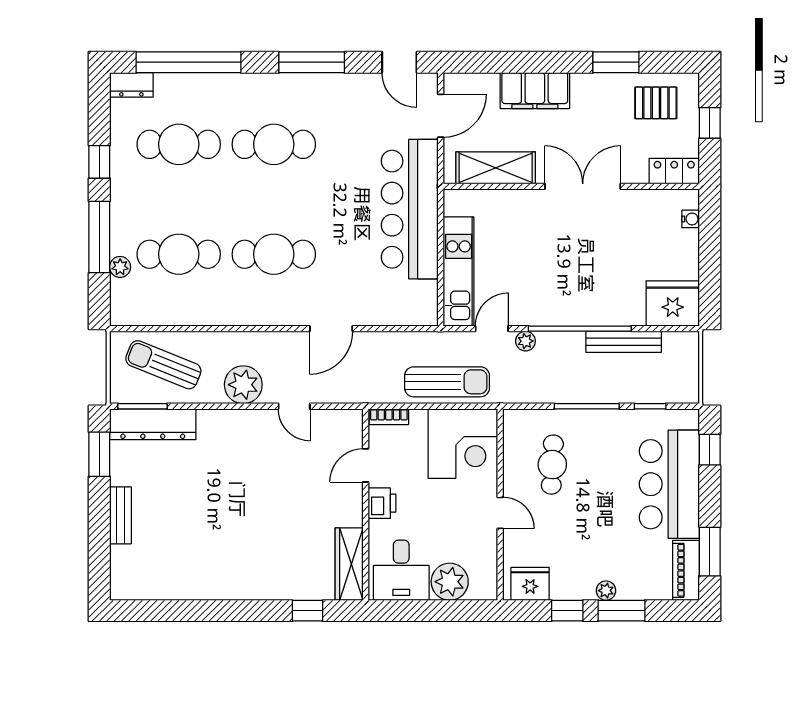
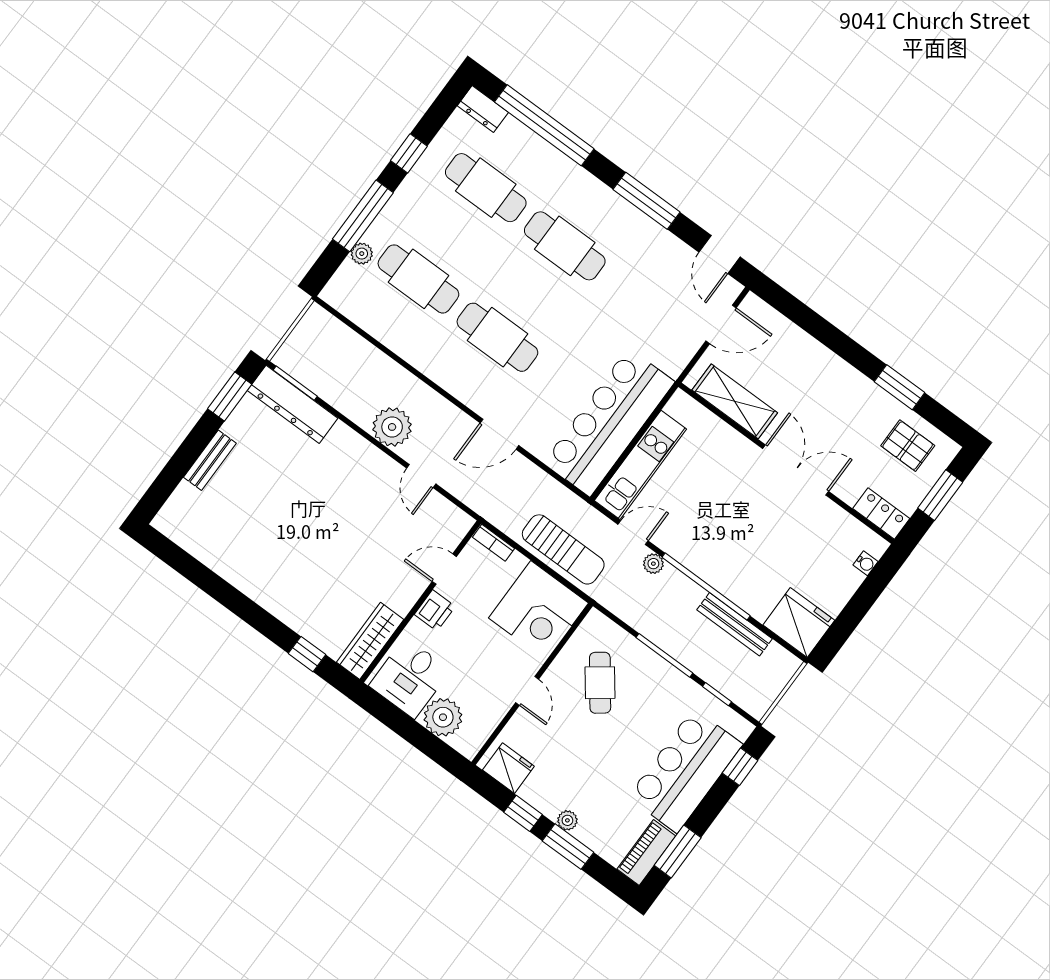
filing cabinet: (535, 91) -> (815, 361), removed
window: (710, 123) -> (940, 495), width x1.50
bar counter: (410, 209) -> (609, 422), moved
sun lounger: (163, 365) -> (338, 361), removed
cafe table: (552, 465) -> (600, 683), turned -40

